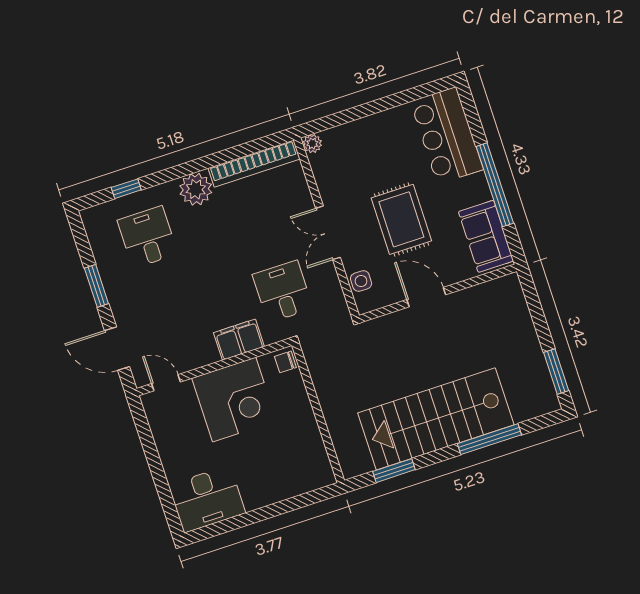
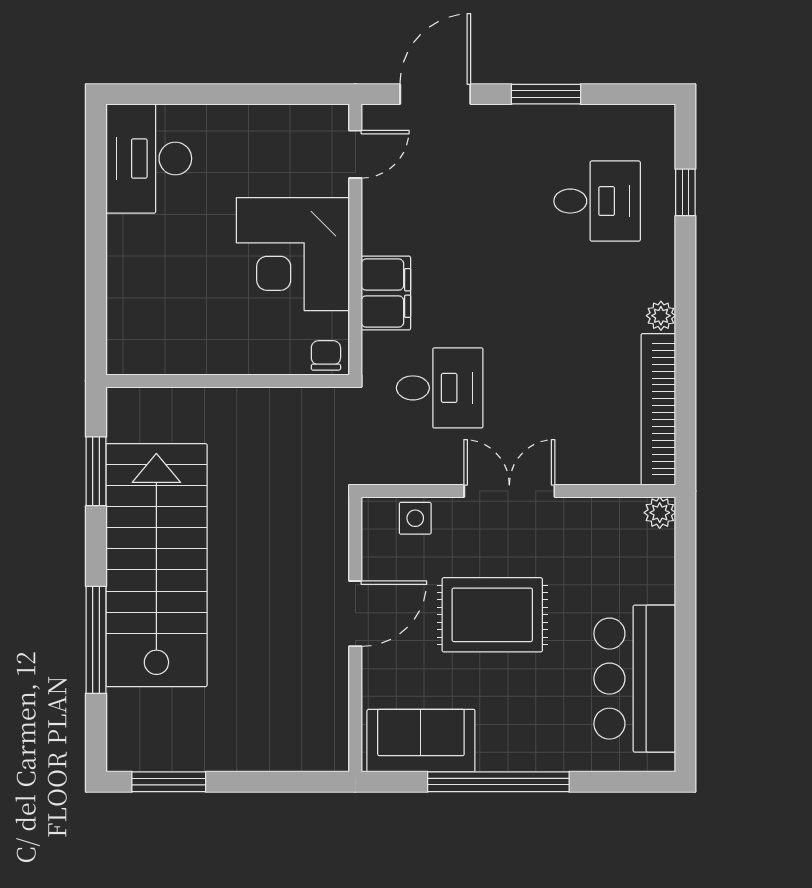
bar counter: (447, 136) -> (635, 679), moved, turned -90
plant: (196, 189) -> (661, 316), width x0.53, depth x0.53

